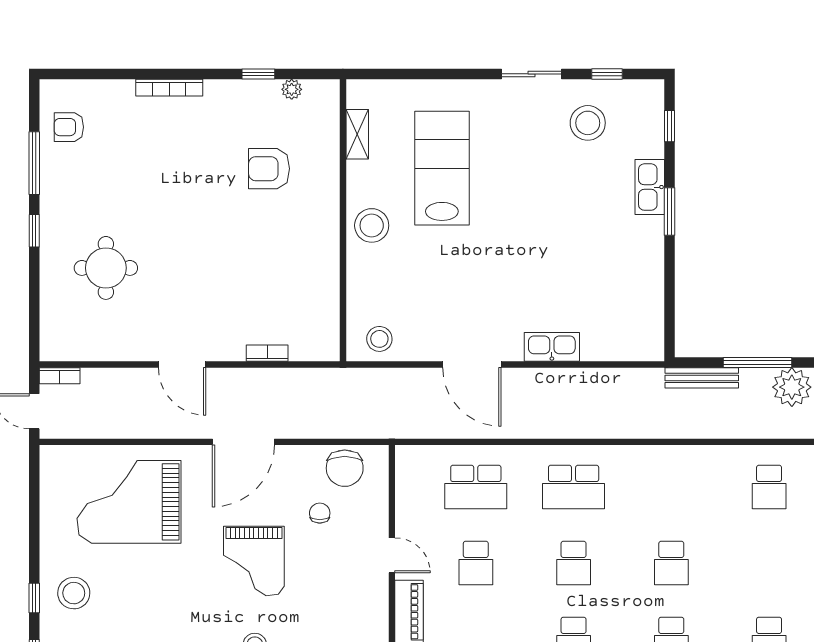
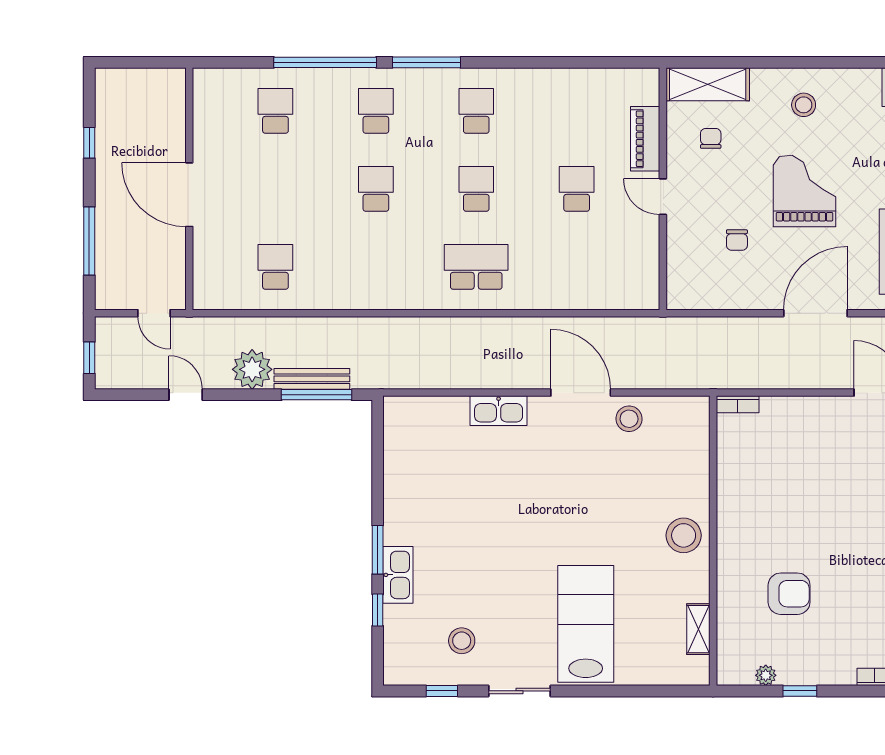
stool: (588, 123) -> (462, 641), width x0.73, depth x0.73
window: (670, 126) -> (378, 610), moved
lab bench: (442, 168) -> (586, 624), moved, turned 180
stool: (379, 339) -> (629, 419), moved
bookcase: (267, 353) -> (738, 404), moved
window: (757, 363) -> (317, 395), moved
bench: (702, 378) -> (312, 379), moved
chair: (345, 468) -> (711, 138), moved, width x0.54, depth x0.54
school desk: (476, 487) -> (577, 267), removed

